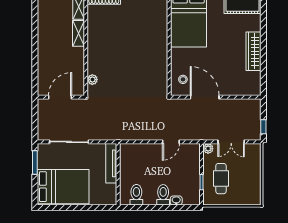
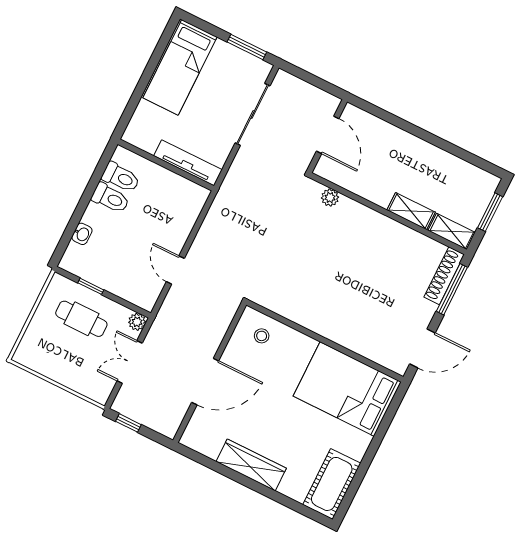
door: (205, 97) -> (205, 382), moved
bed: (63, 187) -> (180, 67), width x0.67
toilet: (163, 195) -> (110, 198), moved

